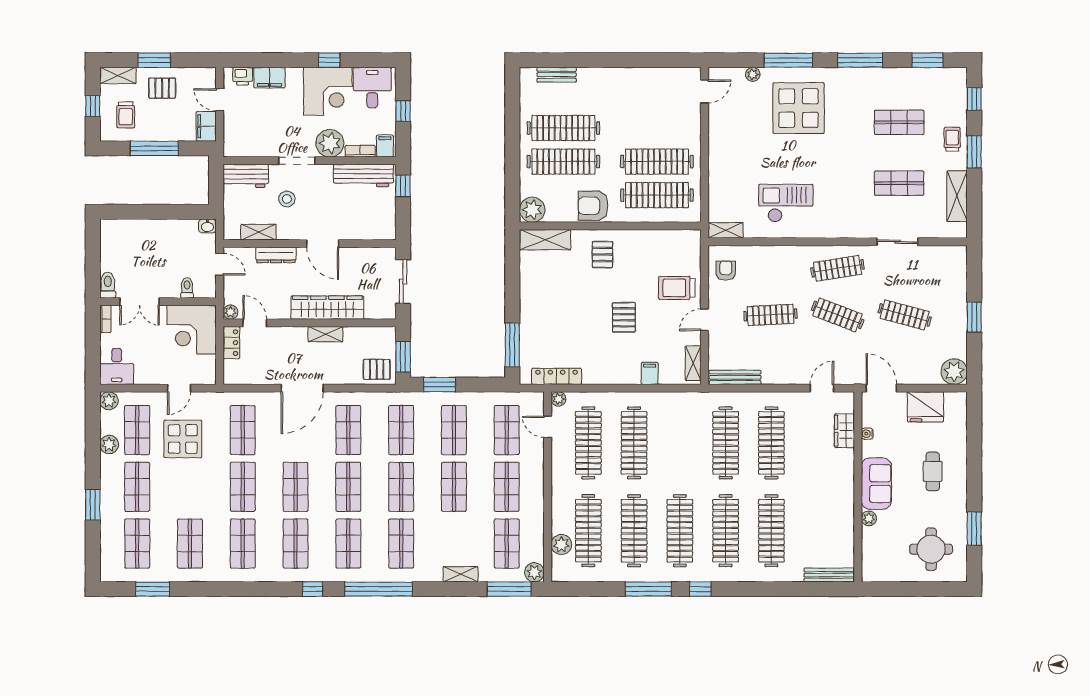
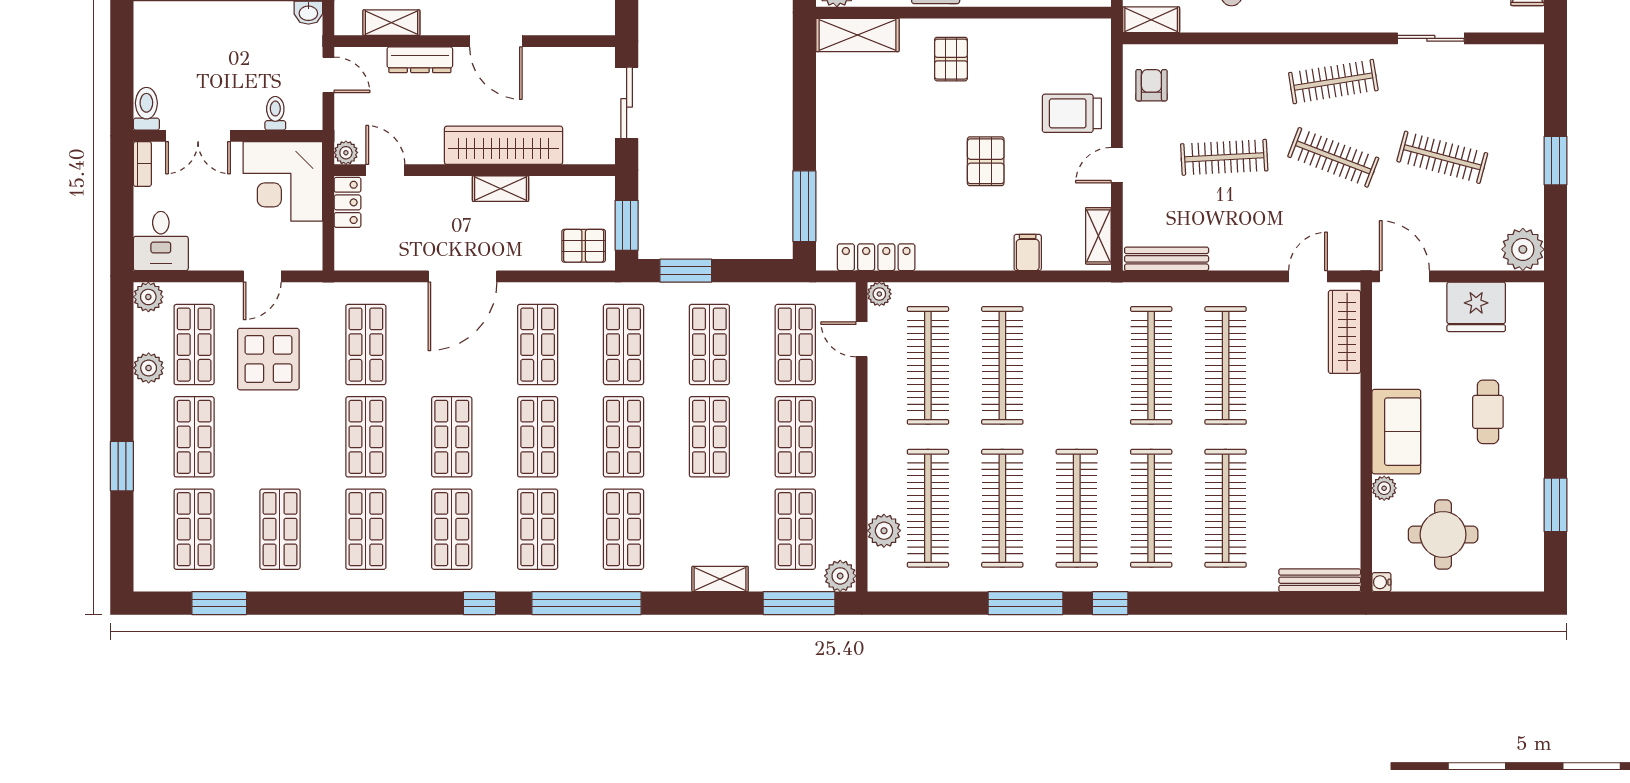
wardrobe: (844, 431) -> (1344, 332), width x1.50
water cooler: (867, 434) -> (1381, 582), moved
round table: (931, 549) -> (1443, 535), moved

